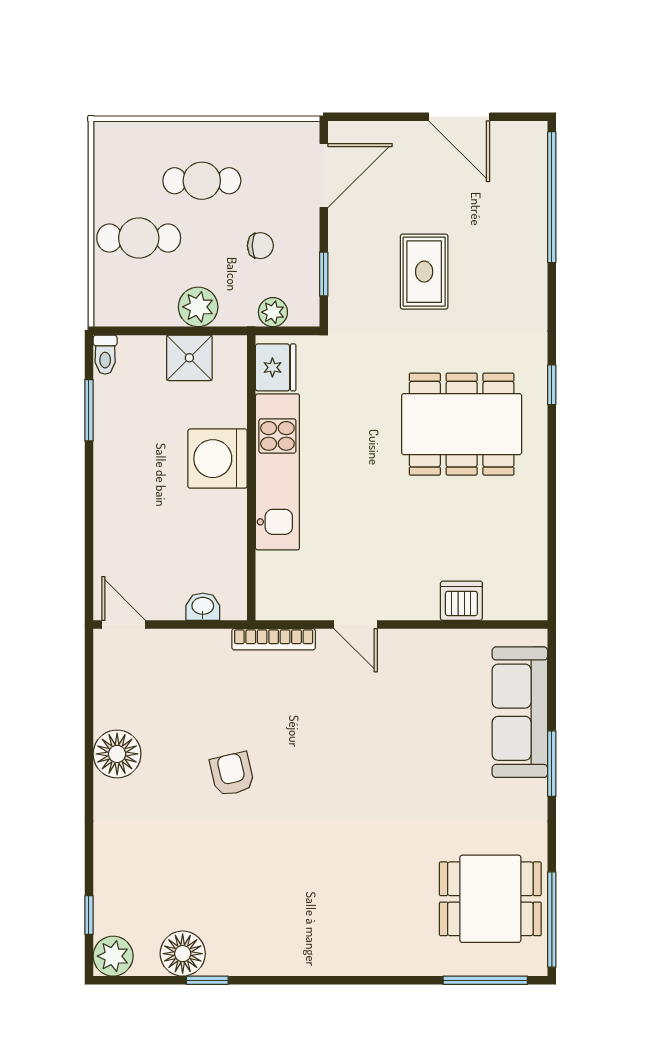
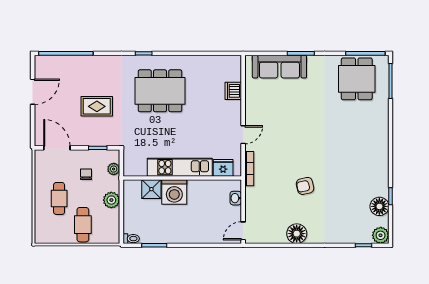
shower: (189, 358) -> (151, 189), moved
fridge: (276, 367) -> (223, 168), moved
dining table: (462, 424) -> (160, 91), turned 90

